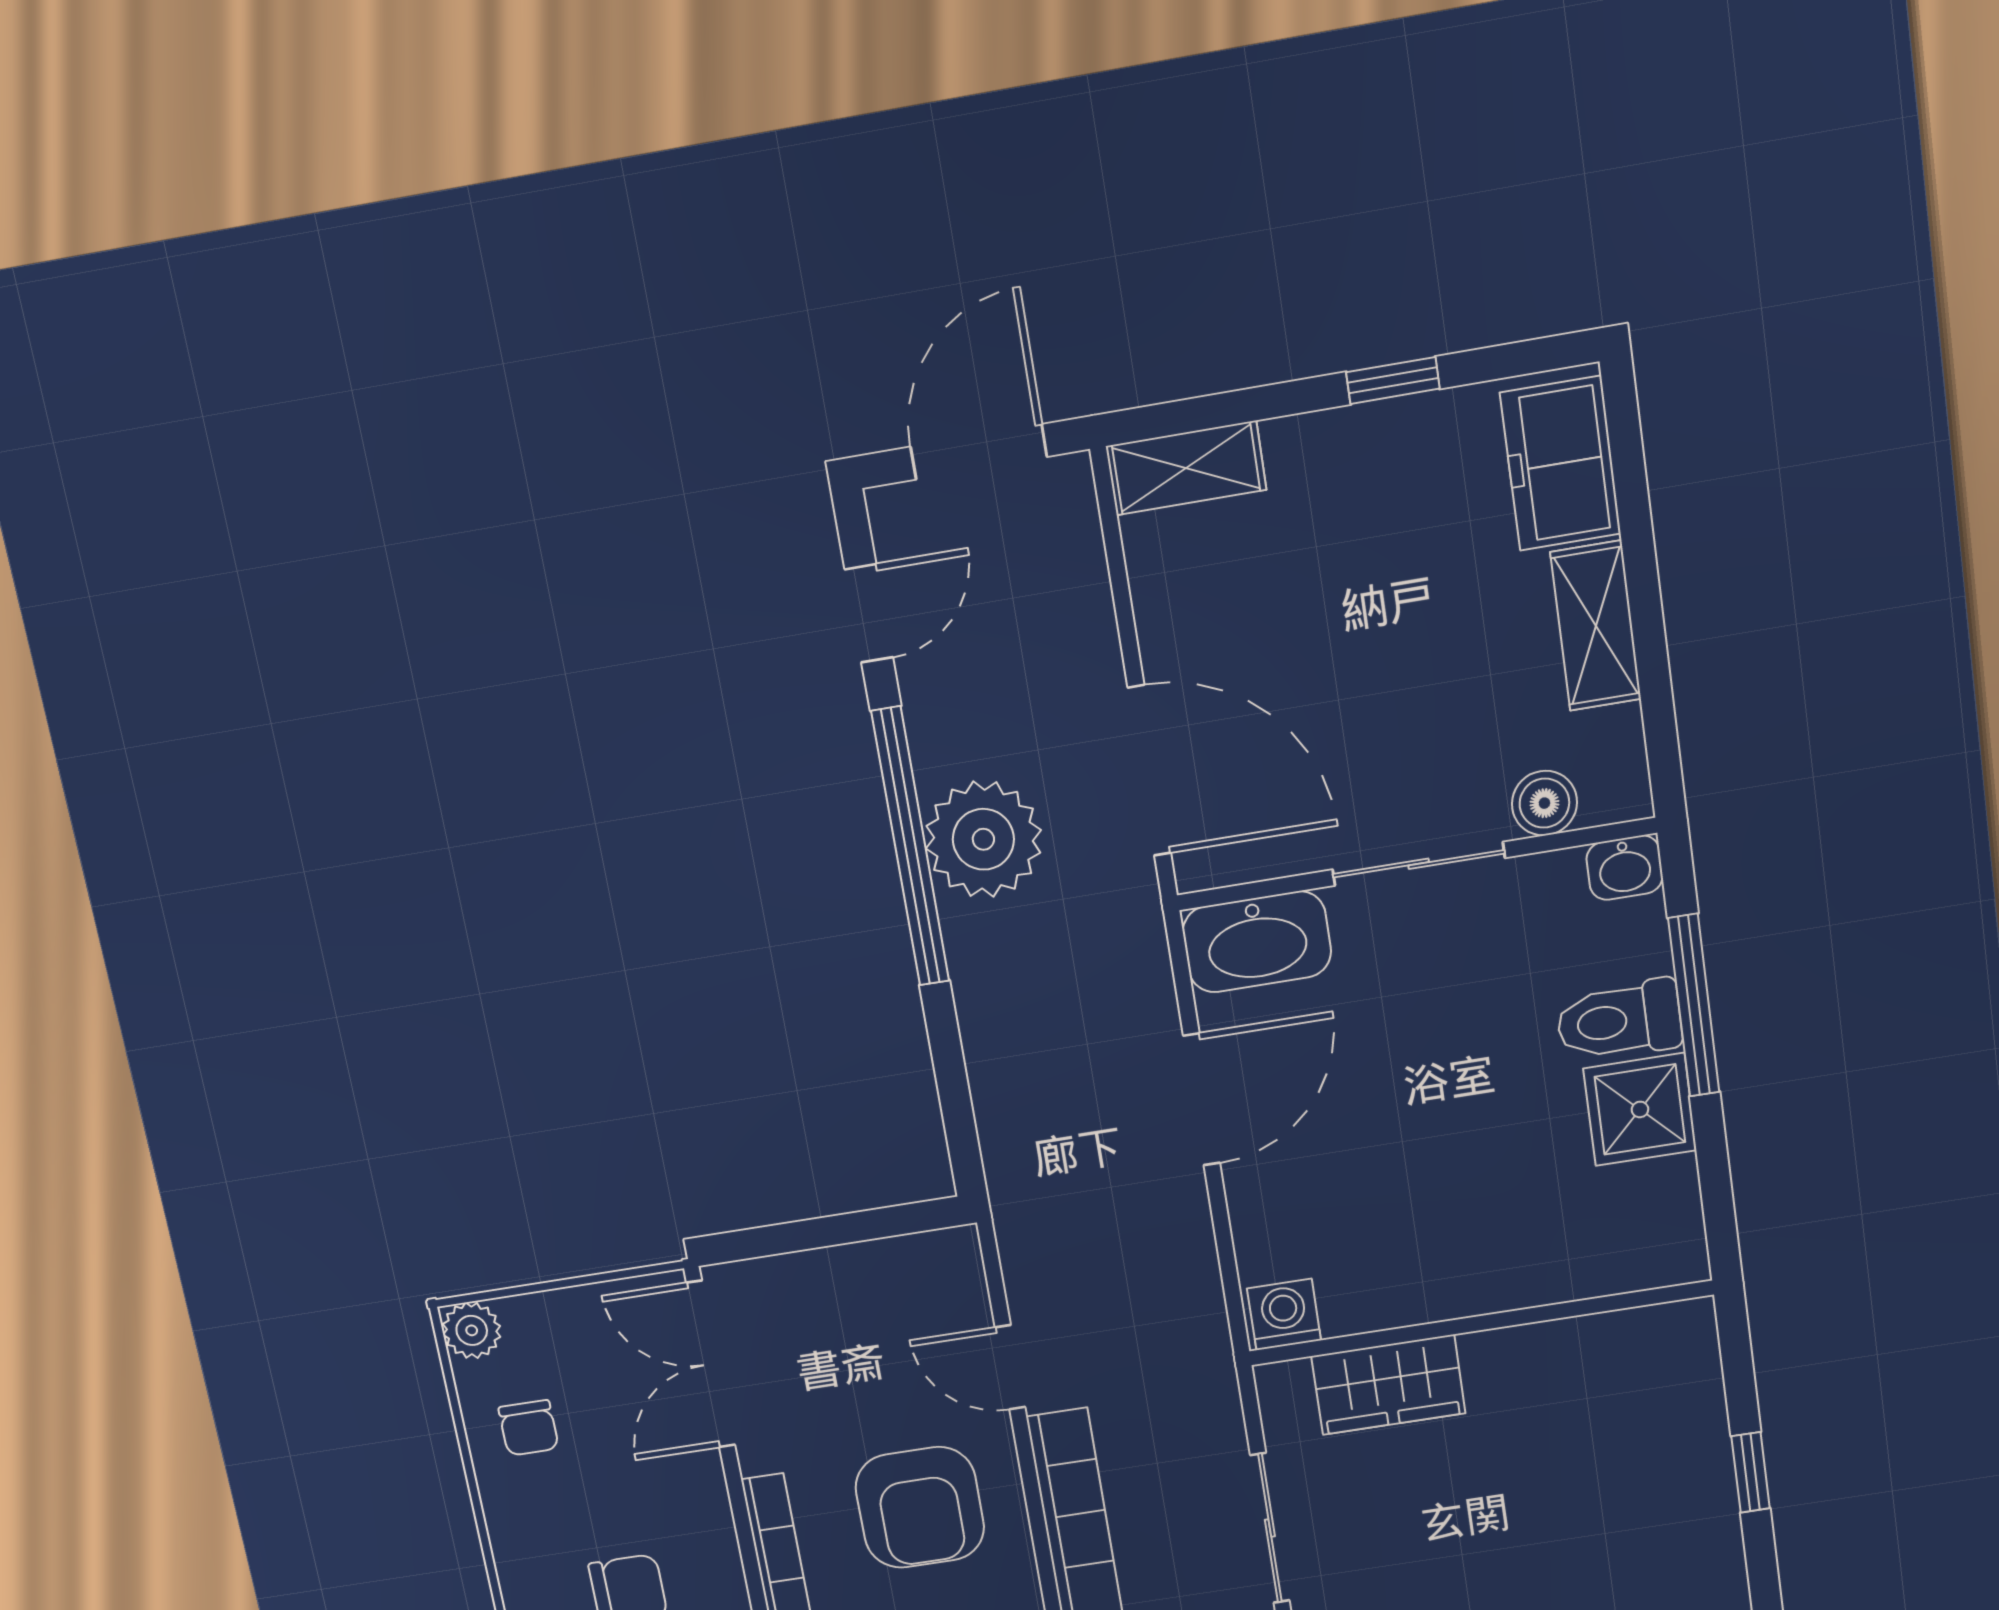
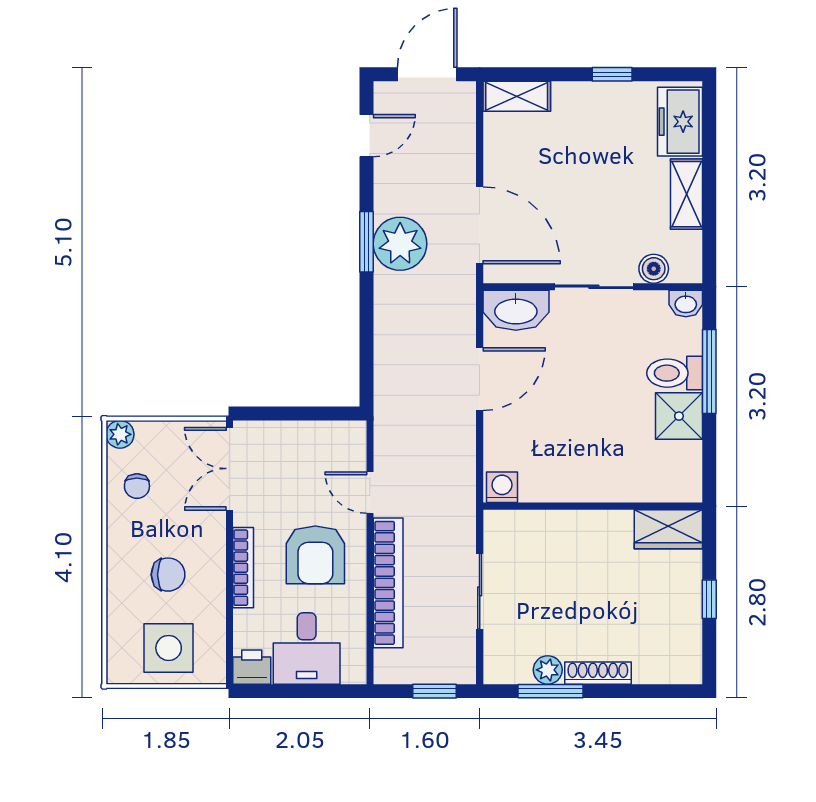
window: (910, 847) -> (367, 242), width x0.47
wardrobe: (1388, 1385) -> (668, 529), moved

